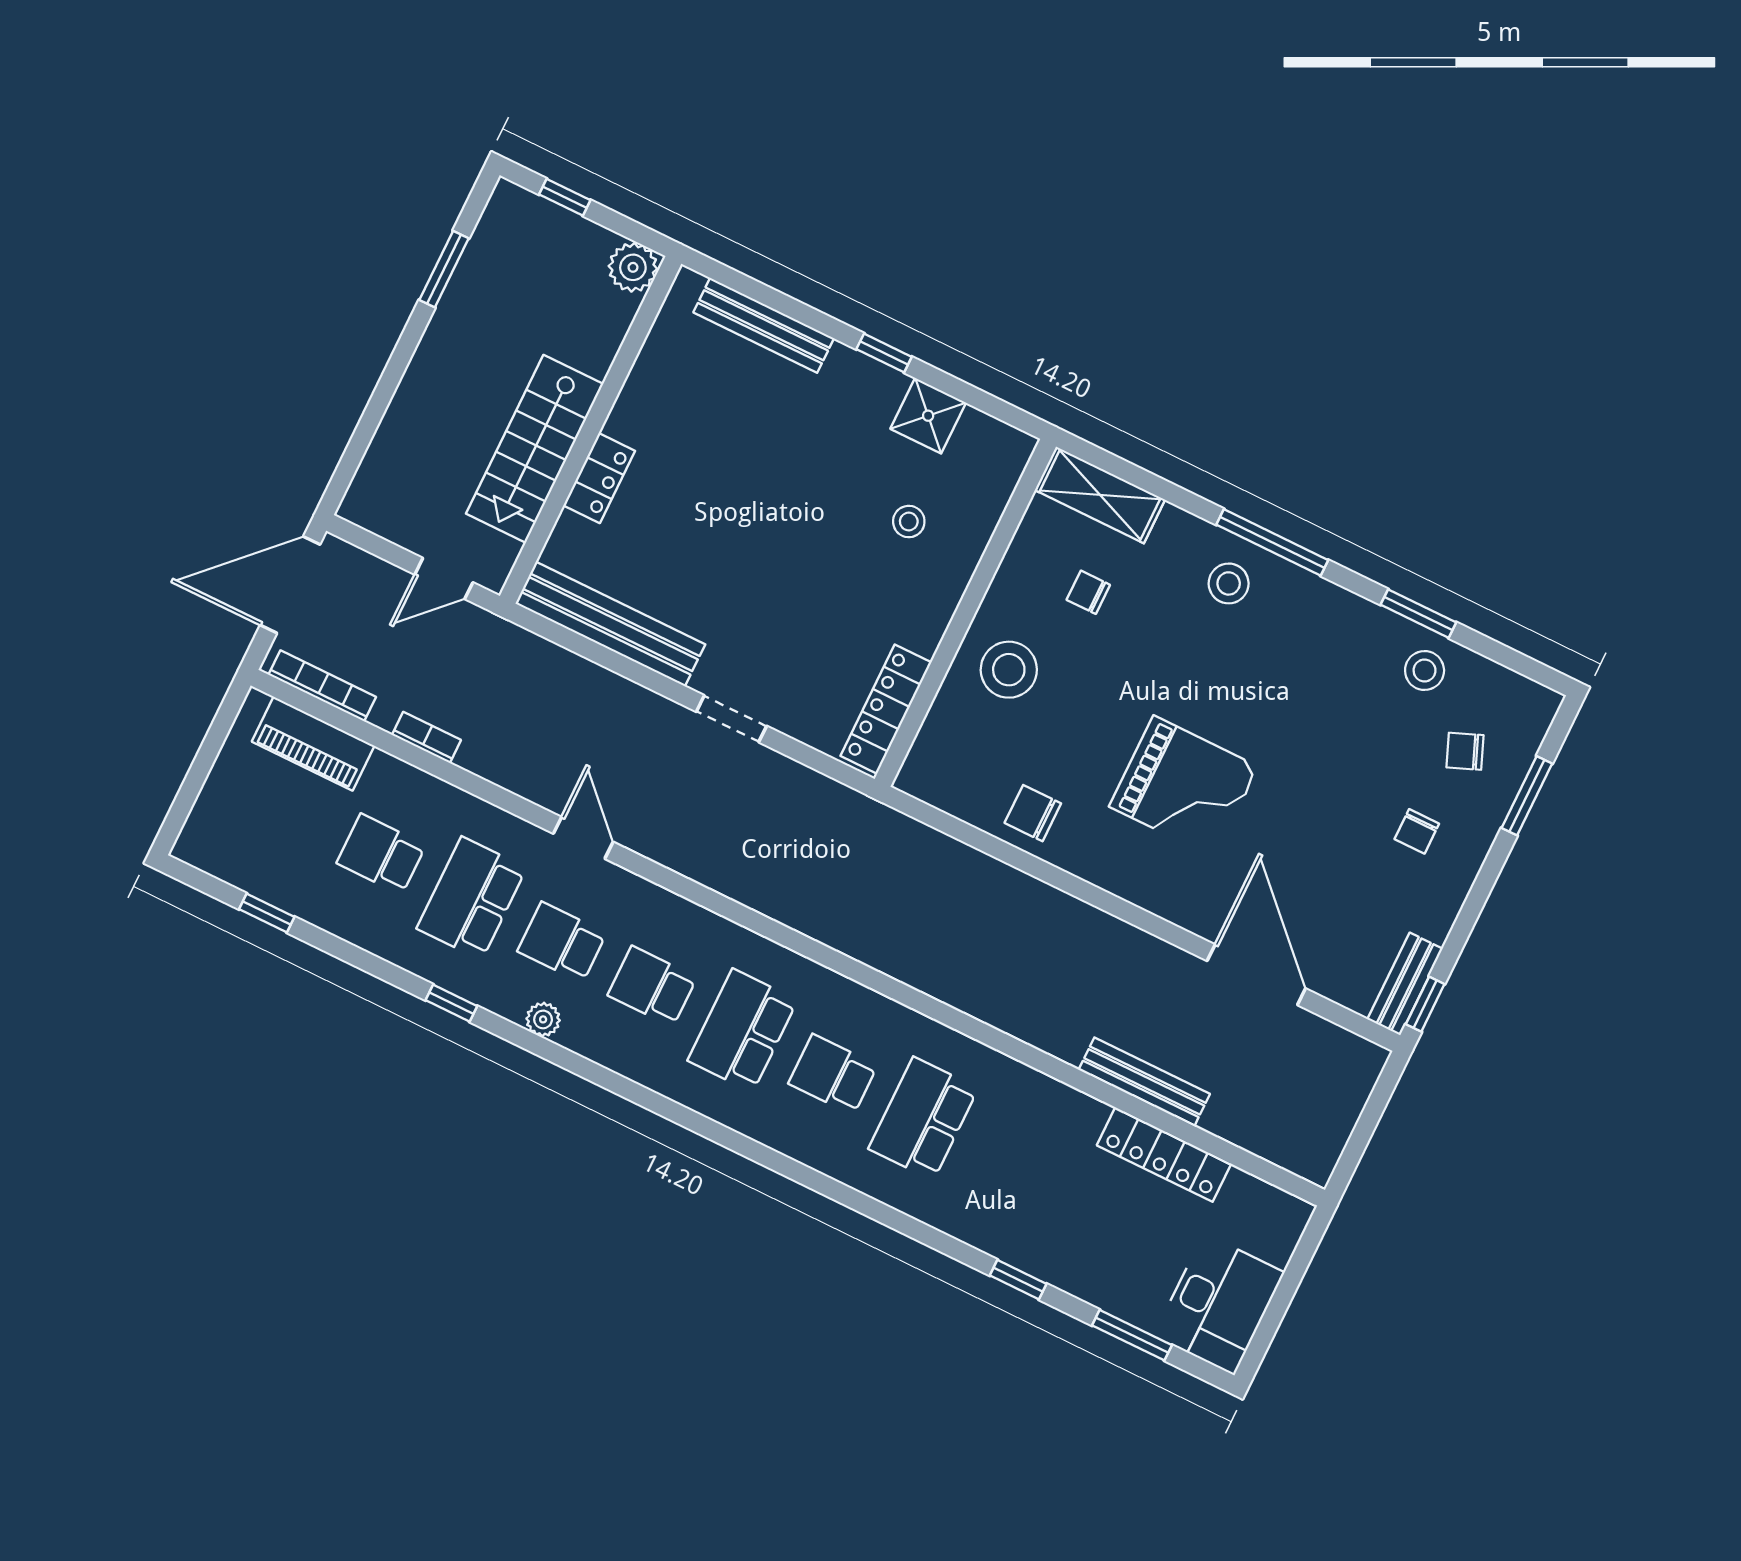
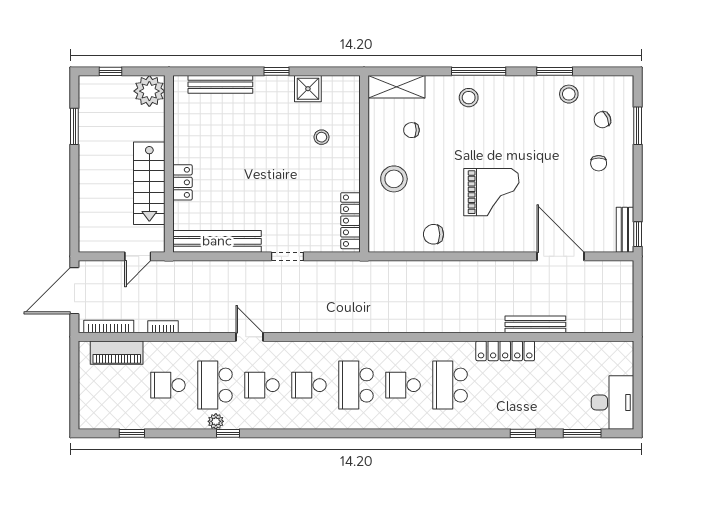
plant: (633, 267) -> (149, 91), width x1.36, depth x1.36
plant: (543, 1019) -> (216, 421), moved
locker: (1164, 1154) -> (505, 351), moved

